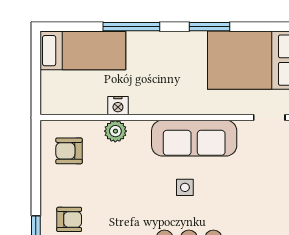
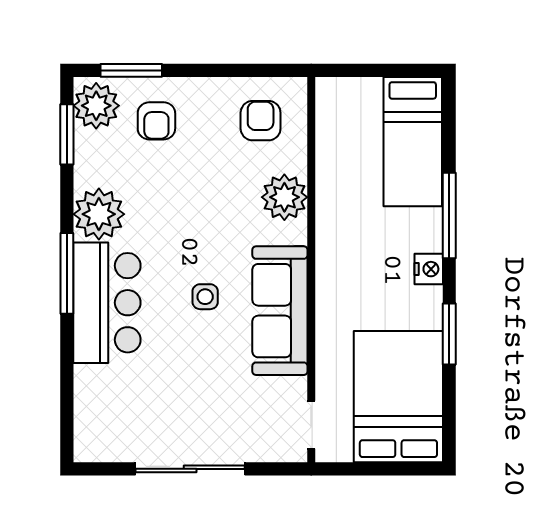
nightstand: (118, 106) -> (429, 269), moved, turned 180
plant: (115, 131) -> (284, 197), width x1.36, depth x1.36

